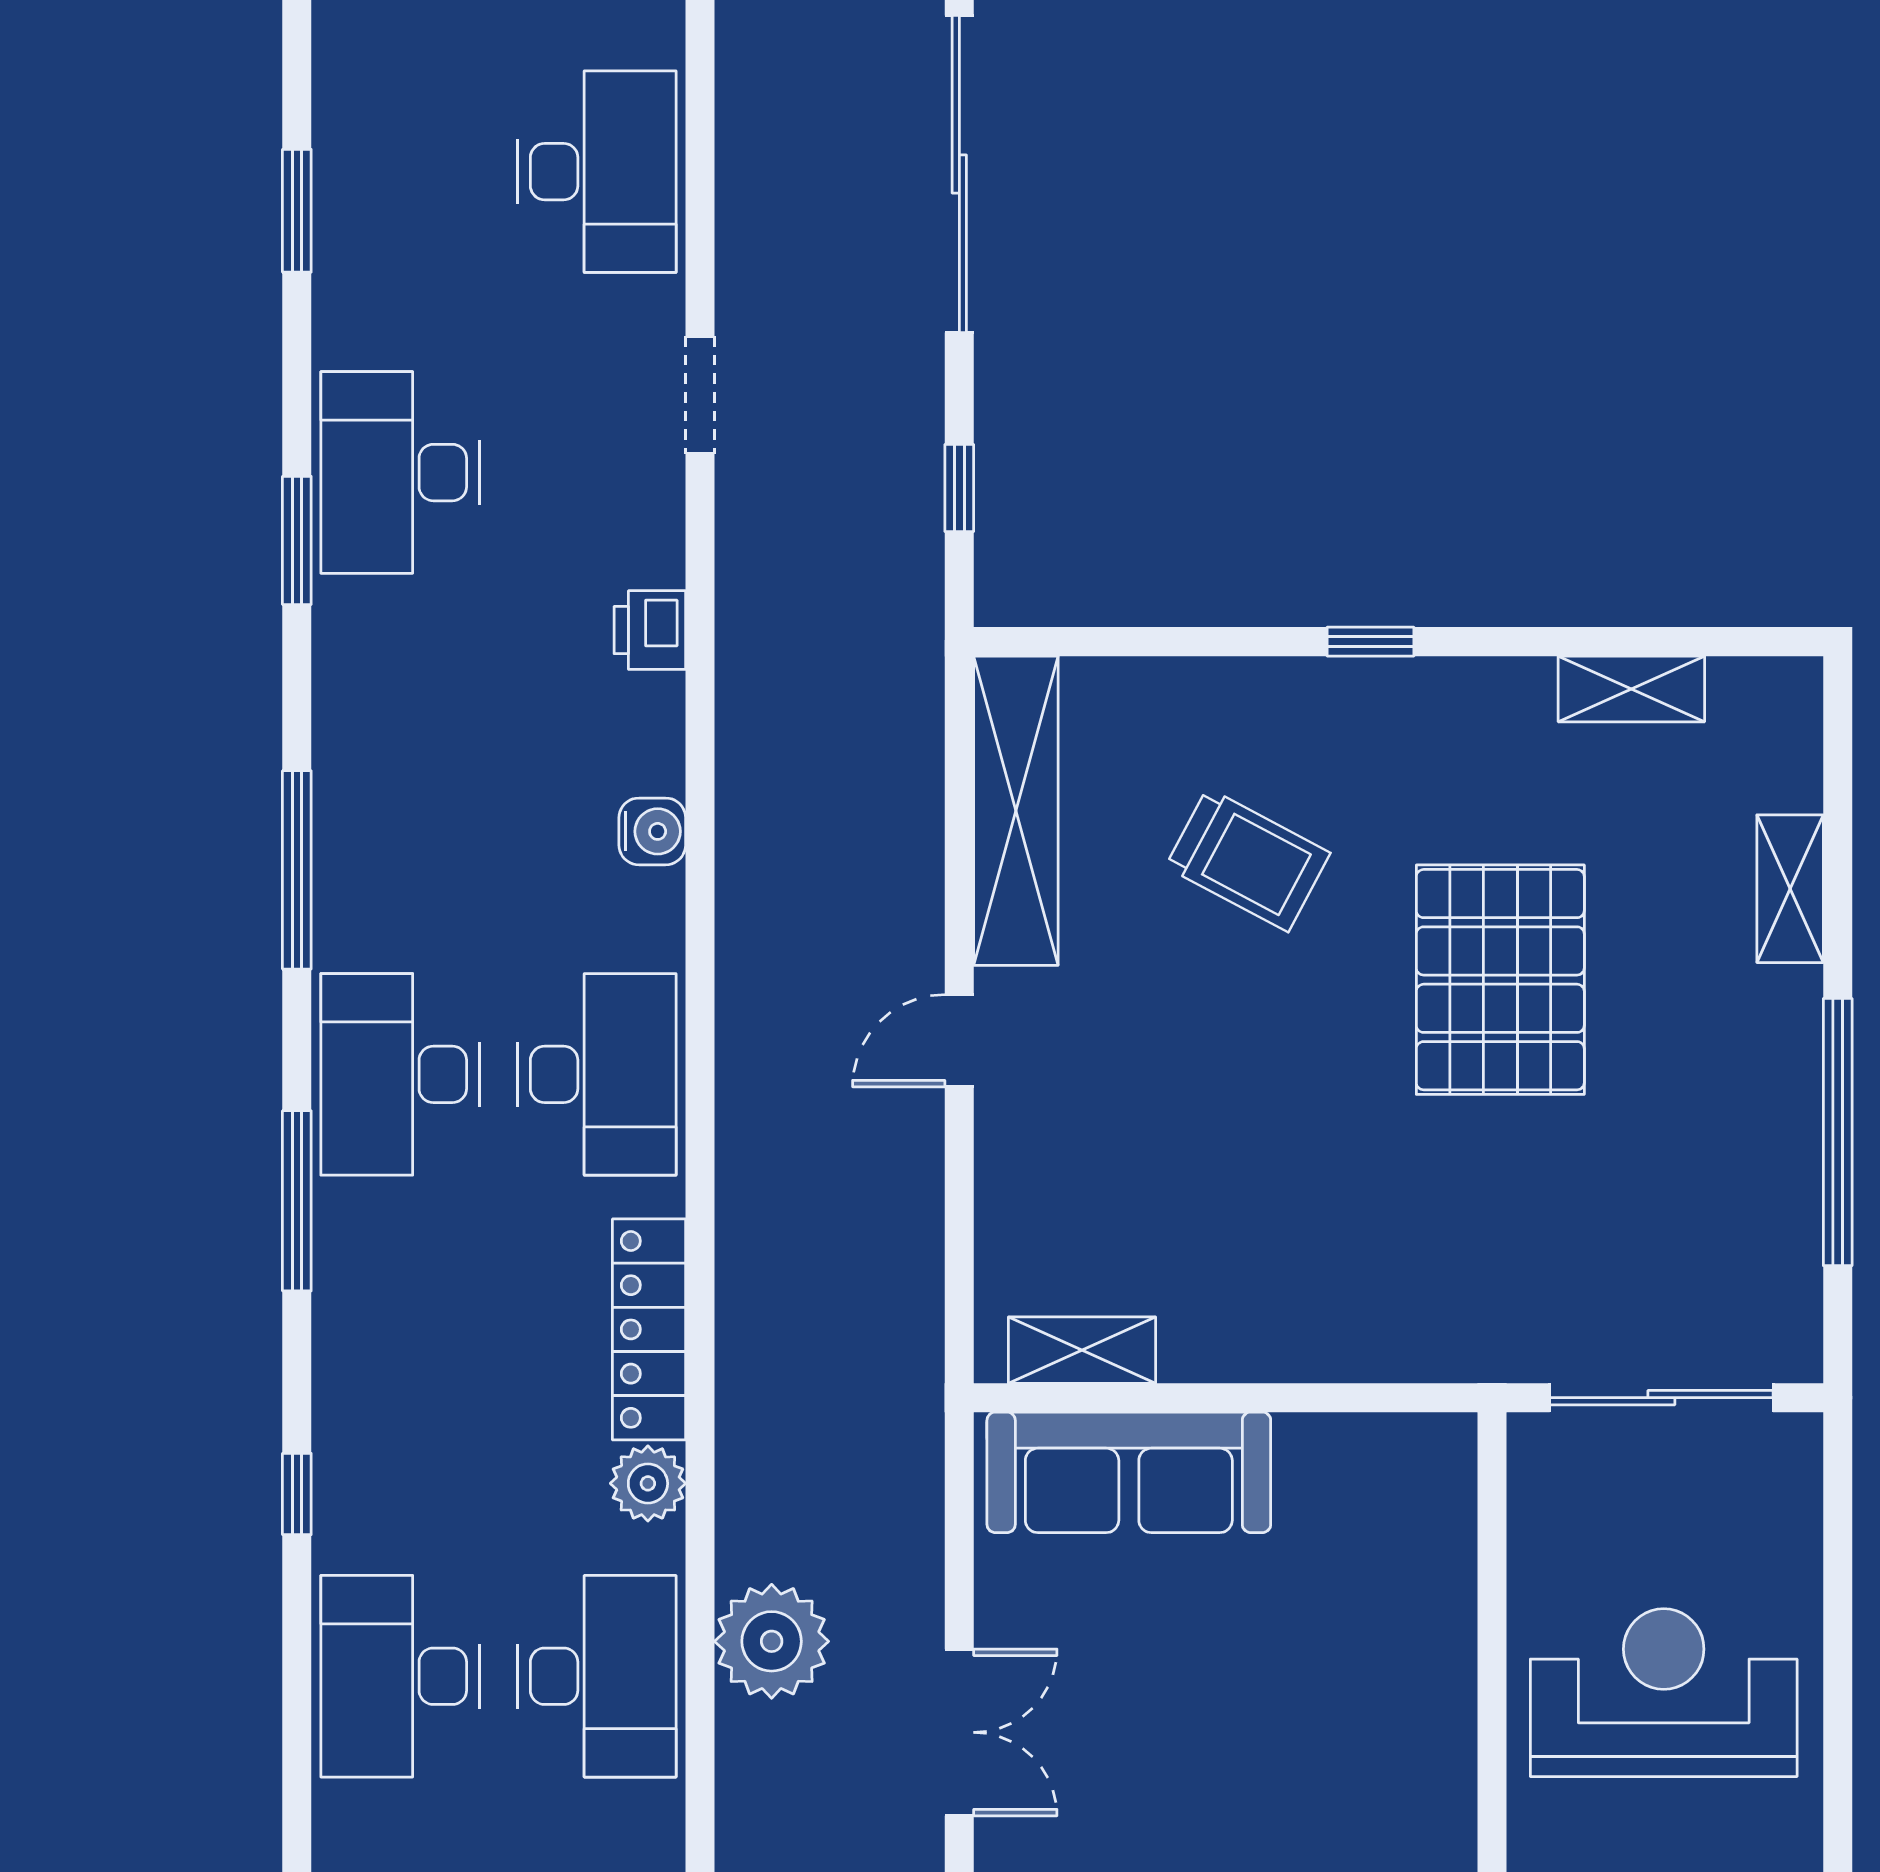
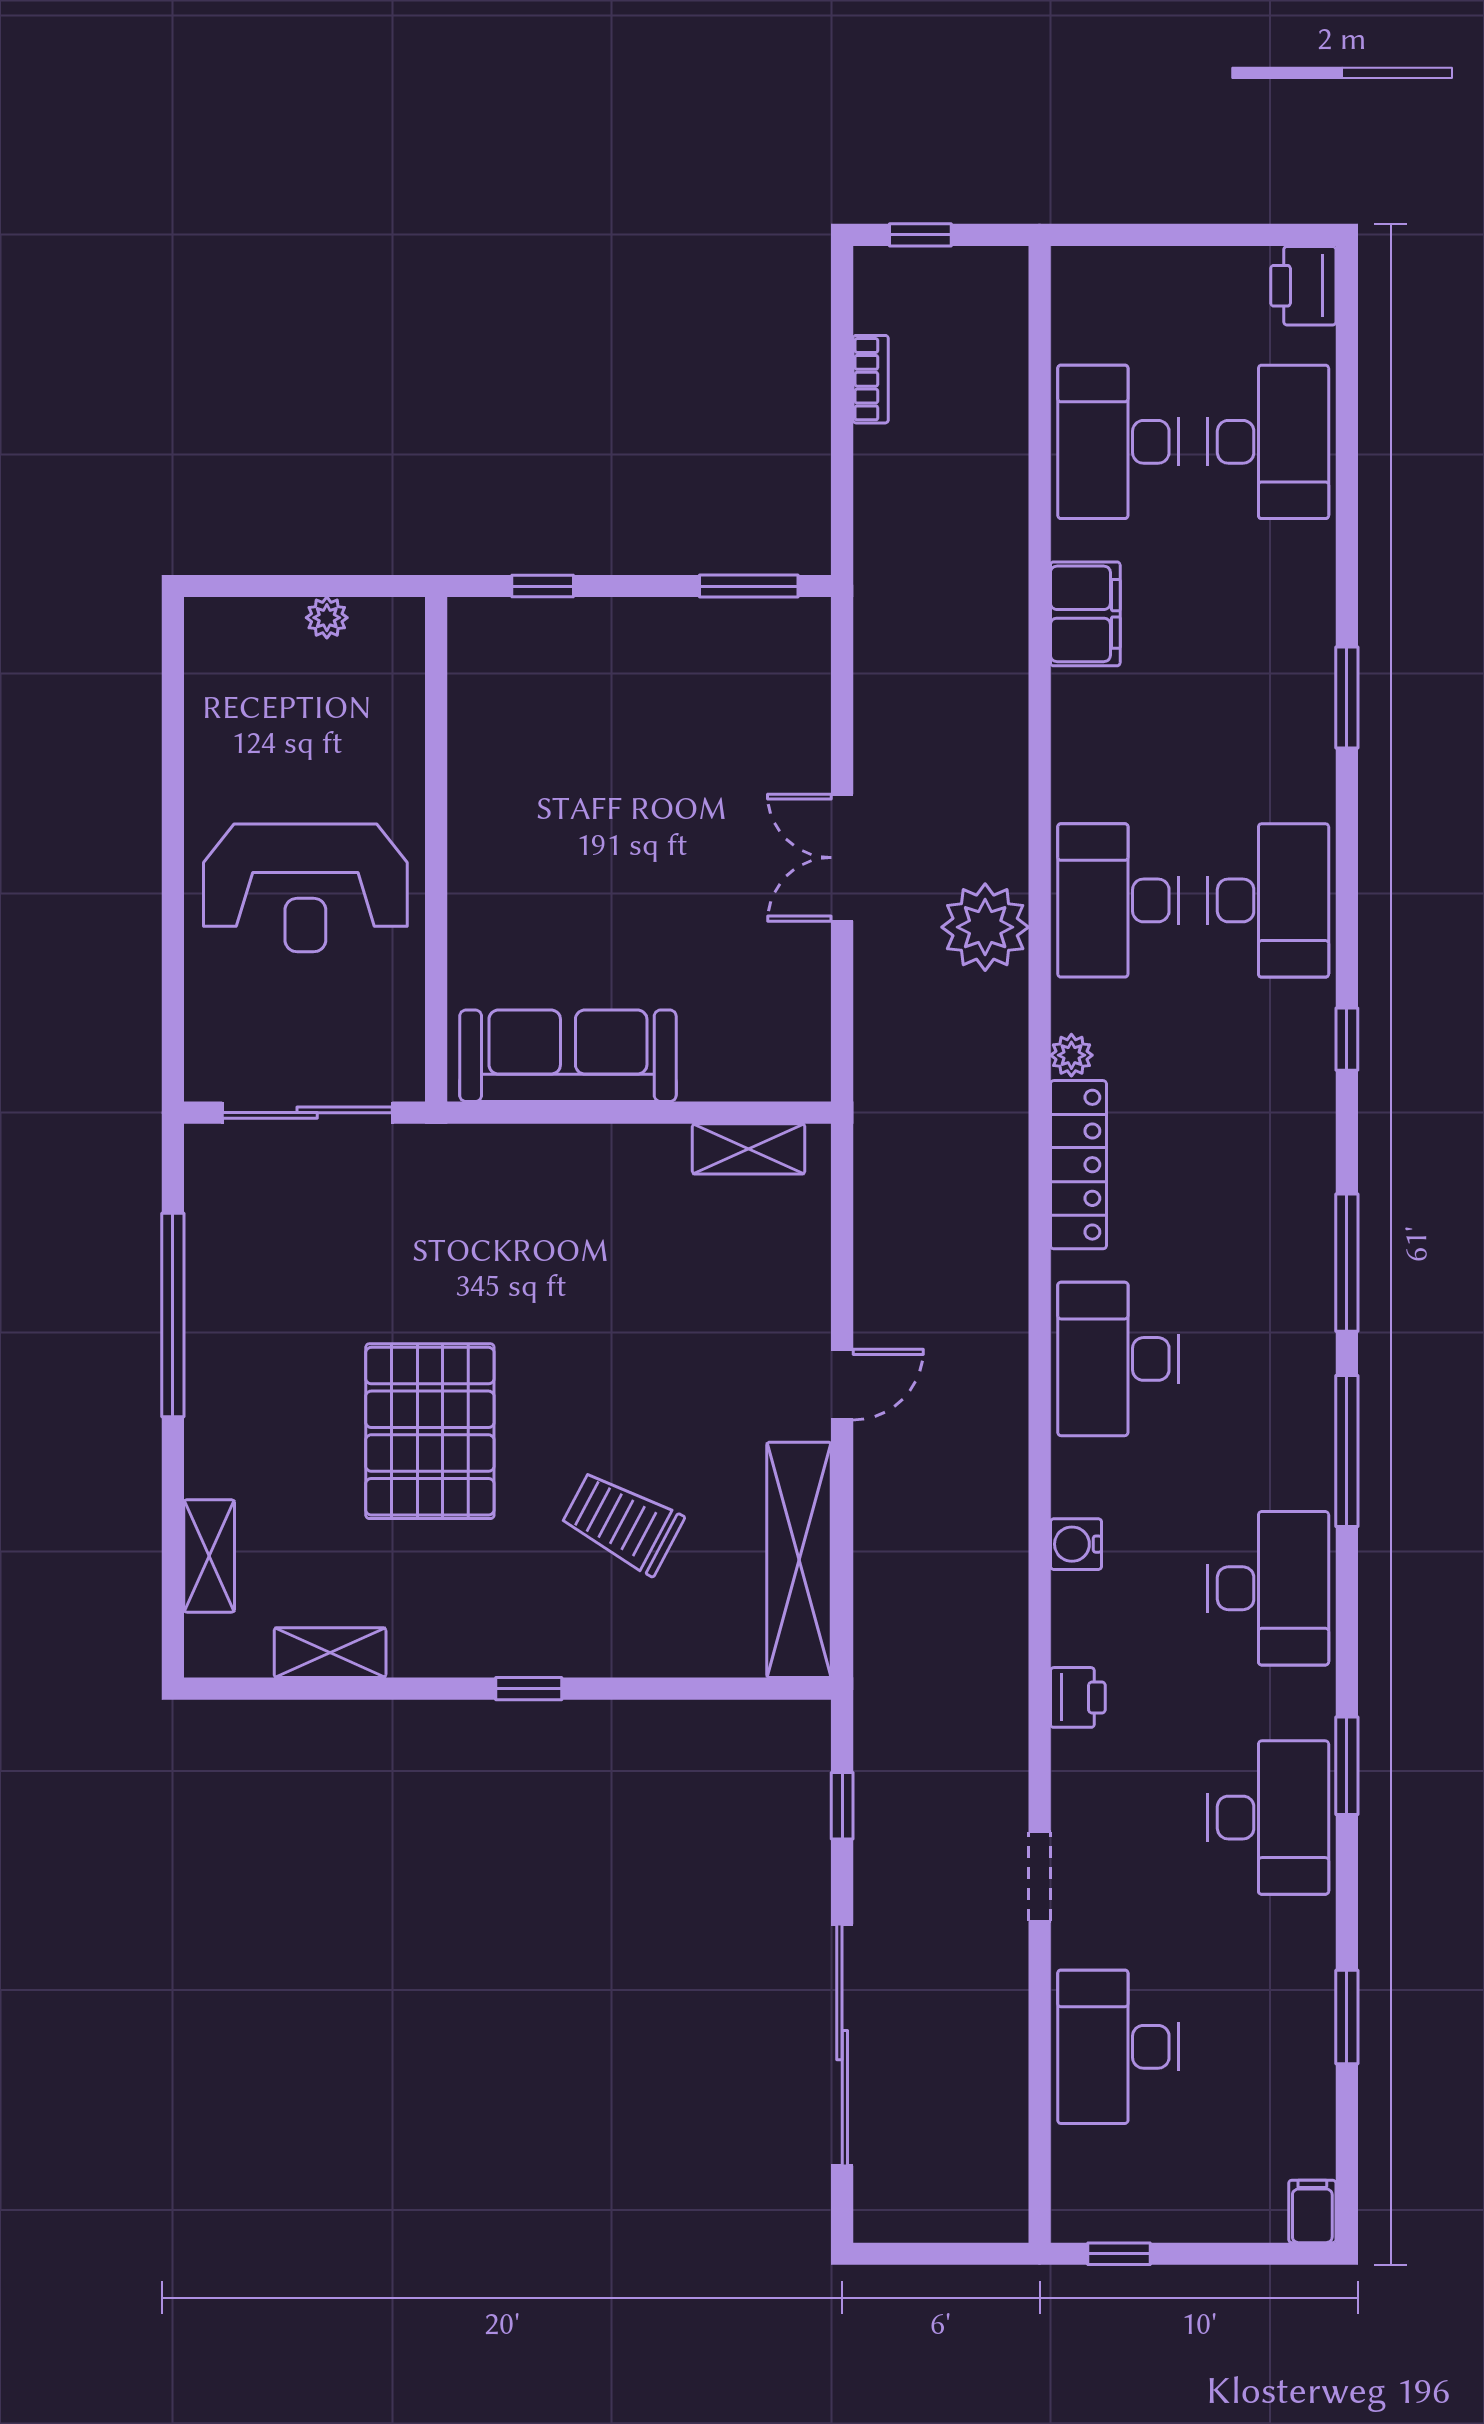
window: (297, 870) -> (1347, 1451), moved
shelving: (1790, 889) -> (209, 1556), moved
desk: (400, 1074) -> (1268, 1588), moved
sofa: (1129, 1472) -> (568, 1056), moved
plant: (648, 1483) -> (1071, 1055), width x0.73, depth x0.73

